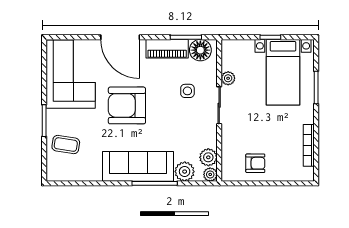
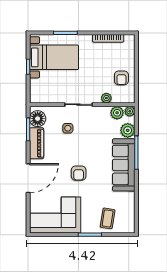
plant: (228, 78) -> (106, 98), moved
armchair: (127, 105) -> (79, 173), width x0.53, depth x0.53
armchair: (255, 163) -> (121, 78), turned 180

